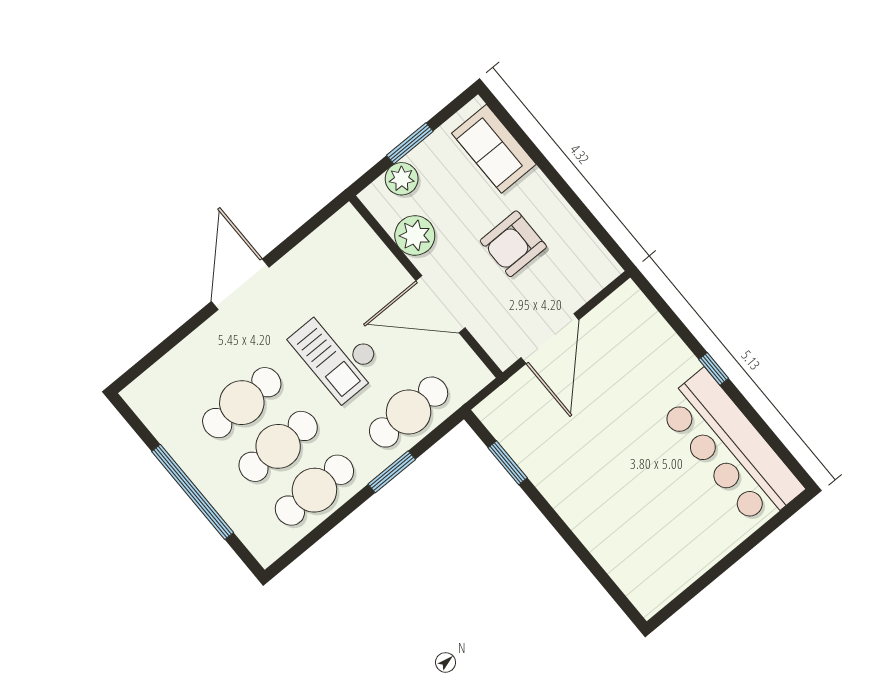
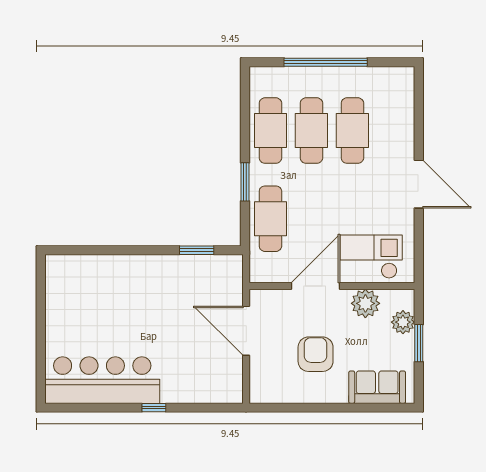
checkout: (337, 353) -> (371, 257), moved

